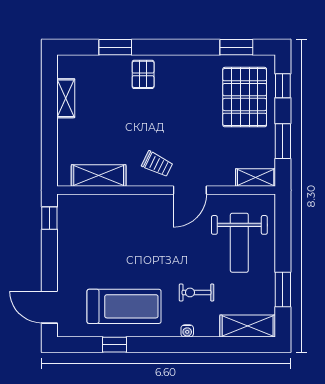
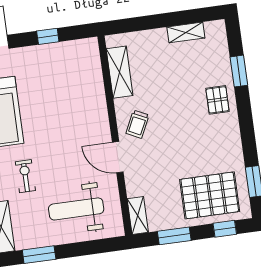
pallet: (143, 74) -> (217, 100), turned 90
window: (49, 218) -> (48, 36), moved

